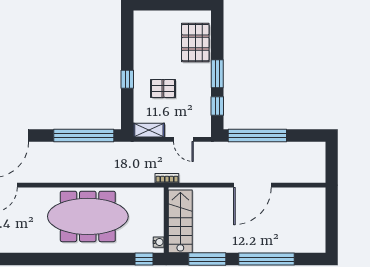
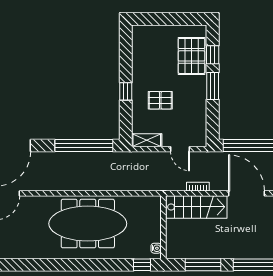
window: (217, 106) -> (213, 55), moved
bookcase: (167, 178) -> (198, 187), moved
door: (252, 185) -> (247, 193), swing flipped
stairs: (180, 221) -> (197, 207), moved, turned 90

